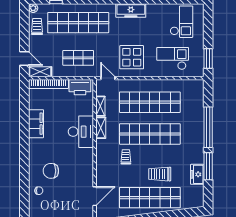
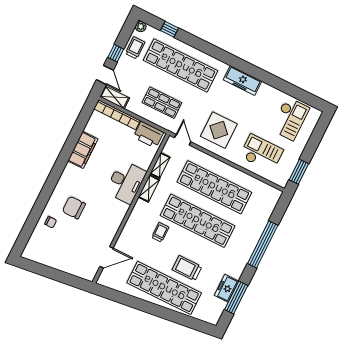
window: (24, 38) -> (116, 53), added
window: (208, 166) -> (236, 298), moved

